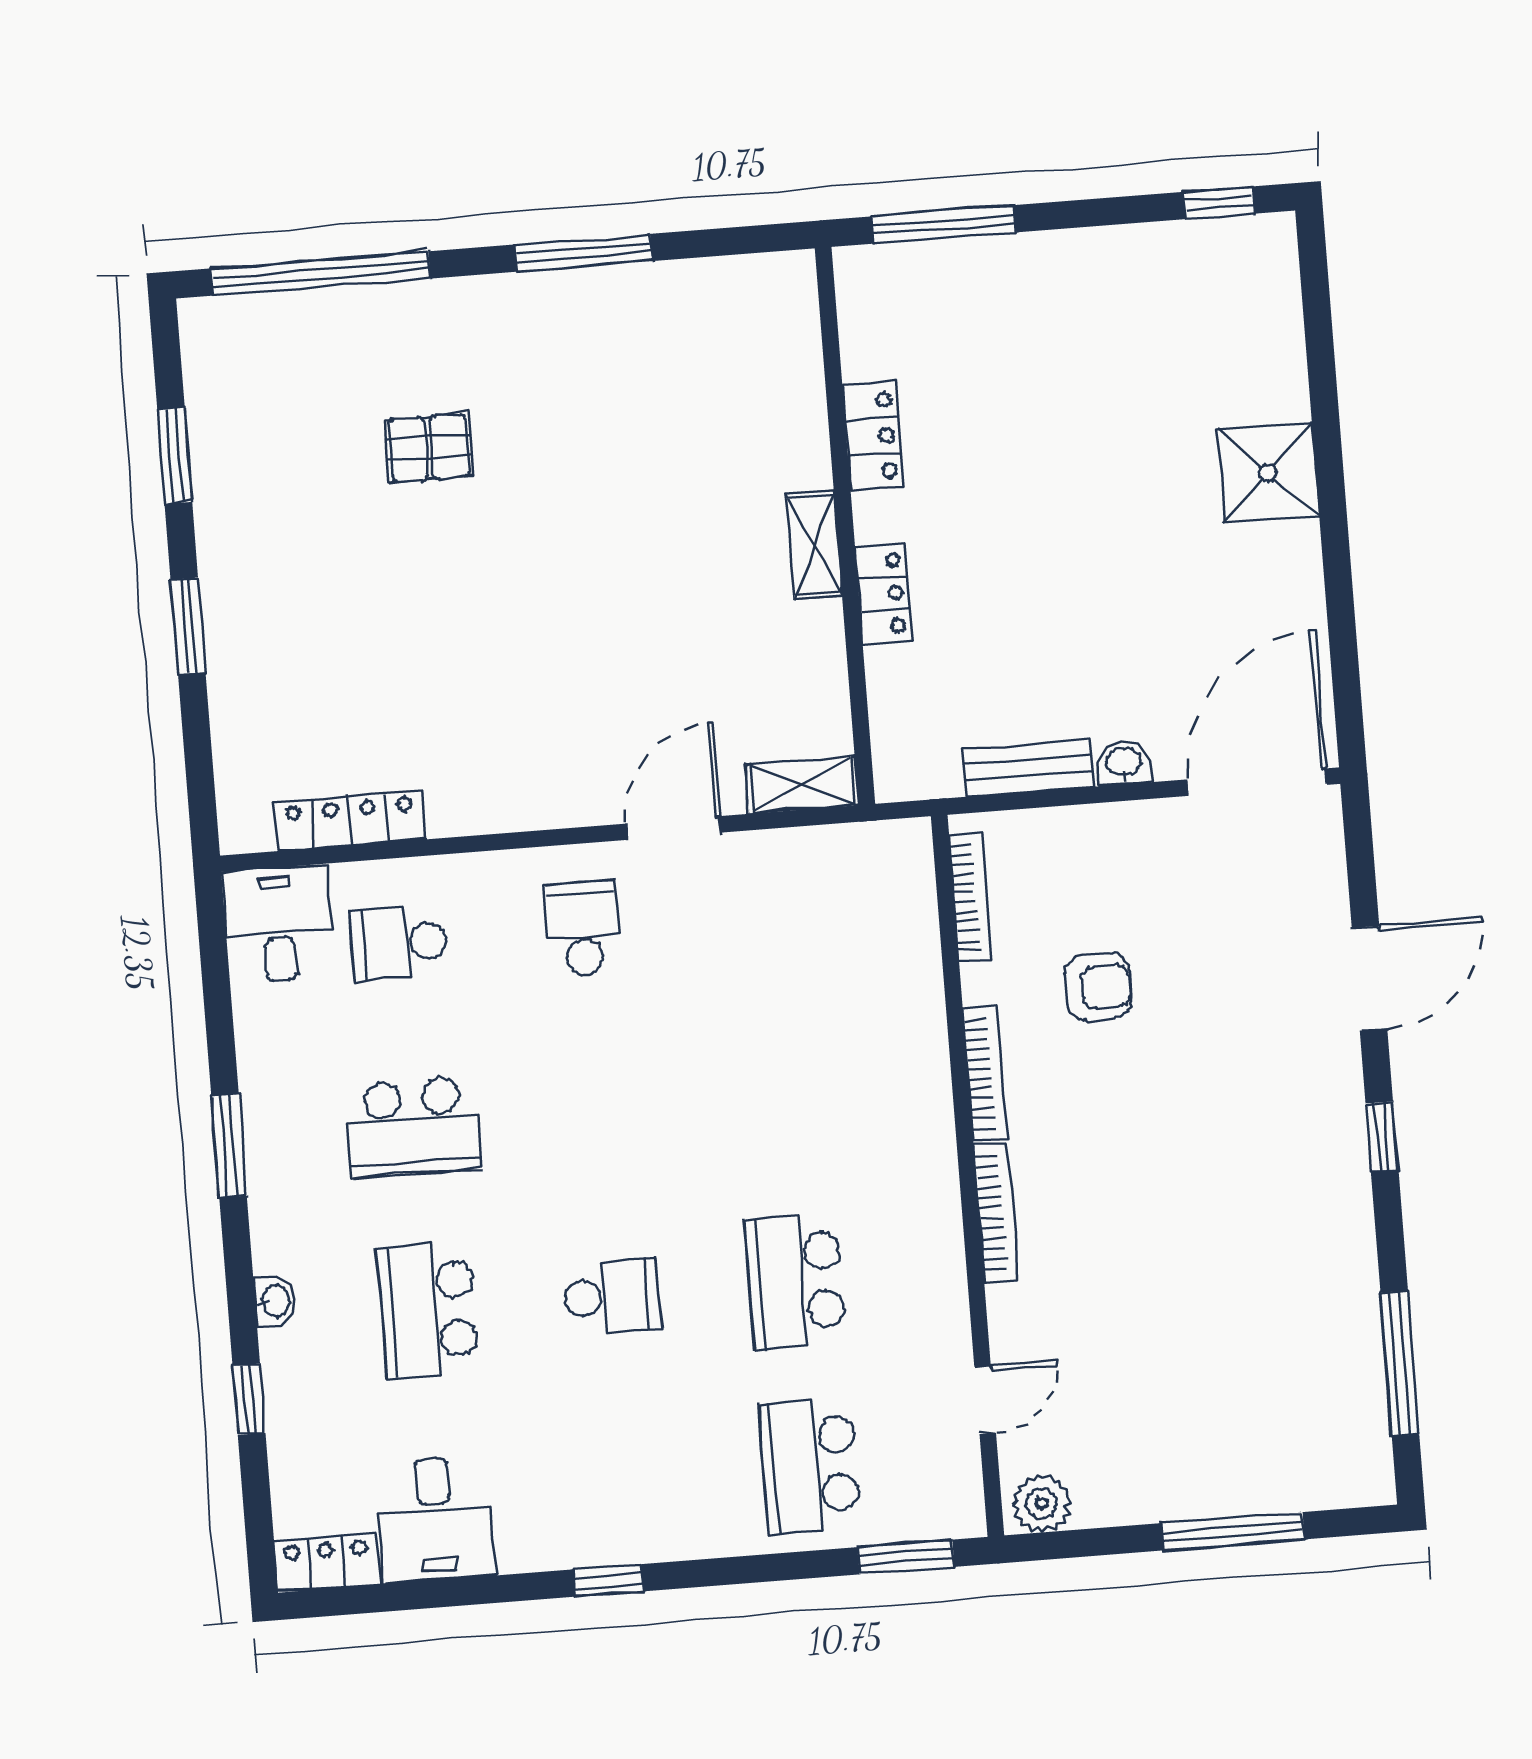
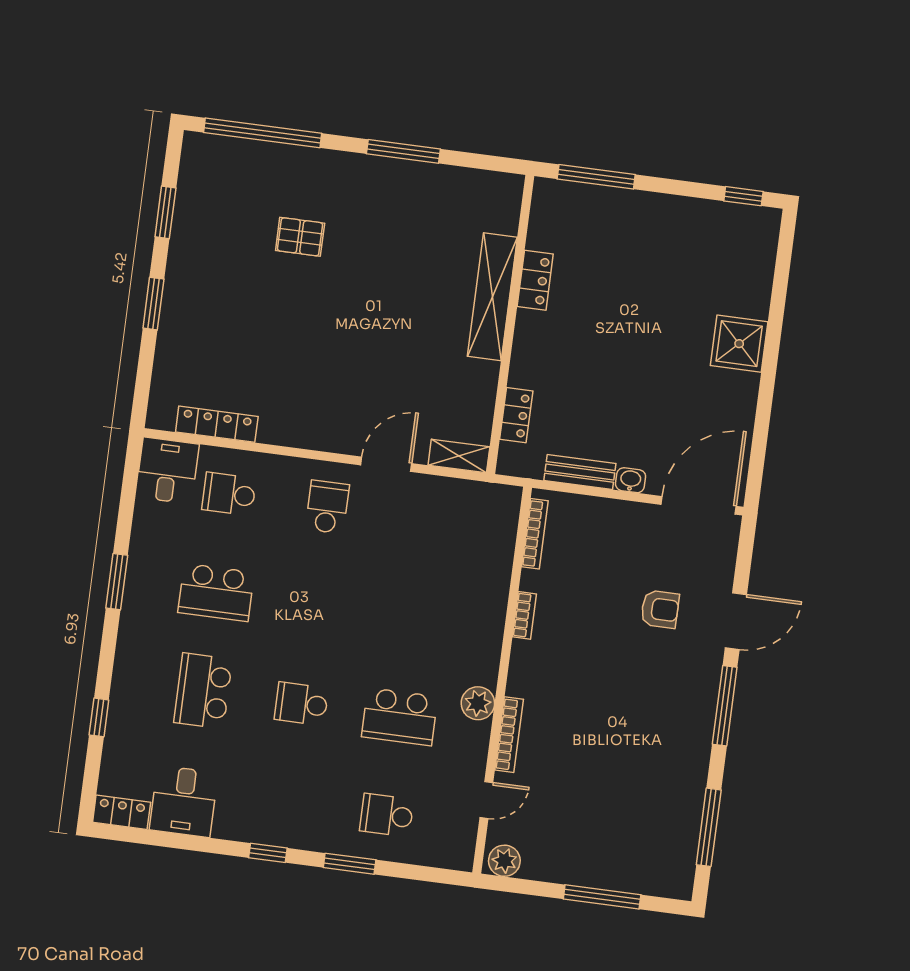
shelving: (814, 545) -> (492, 297), width x2.20, depth x1.33
locker: (883, 594) -> (516, 415), moved
armchair: (1098, 987) -> (660, 609), moved
bookcase: (985, 1073) -> (524, 615), width x0.64
window: (1382, 1136) -> (725, 706), width x2.17
bookcase: (996, 1213) -> (509, 735), moved
plant: (932, 1227) -> (478, 703), added
school desk: (795, 1282) -> (400, 717), turned -90
school desk: (612, 1296) -> (301, 704), turned 180
washbasin: (275, 1301) -> (124, 669), removed
school desk: (810, 1466) -> (387, 815), width x0.54
window: (906, 1557) -> (350, 864), moved

